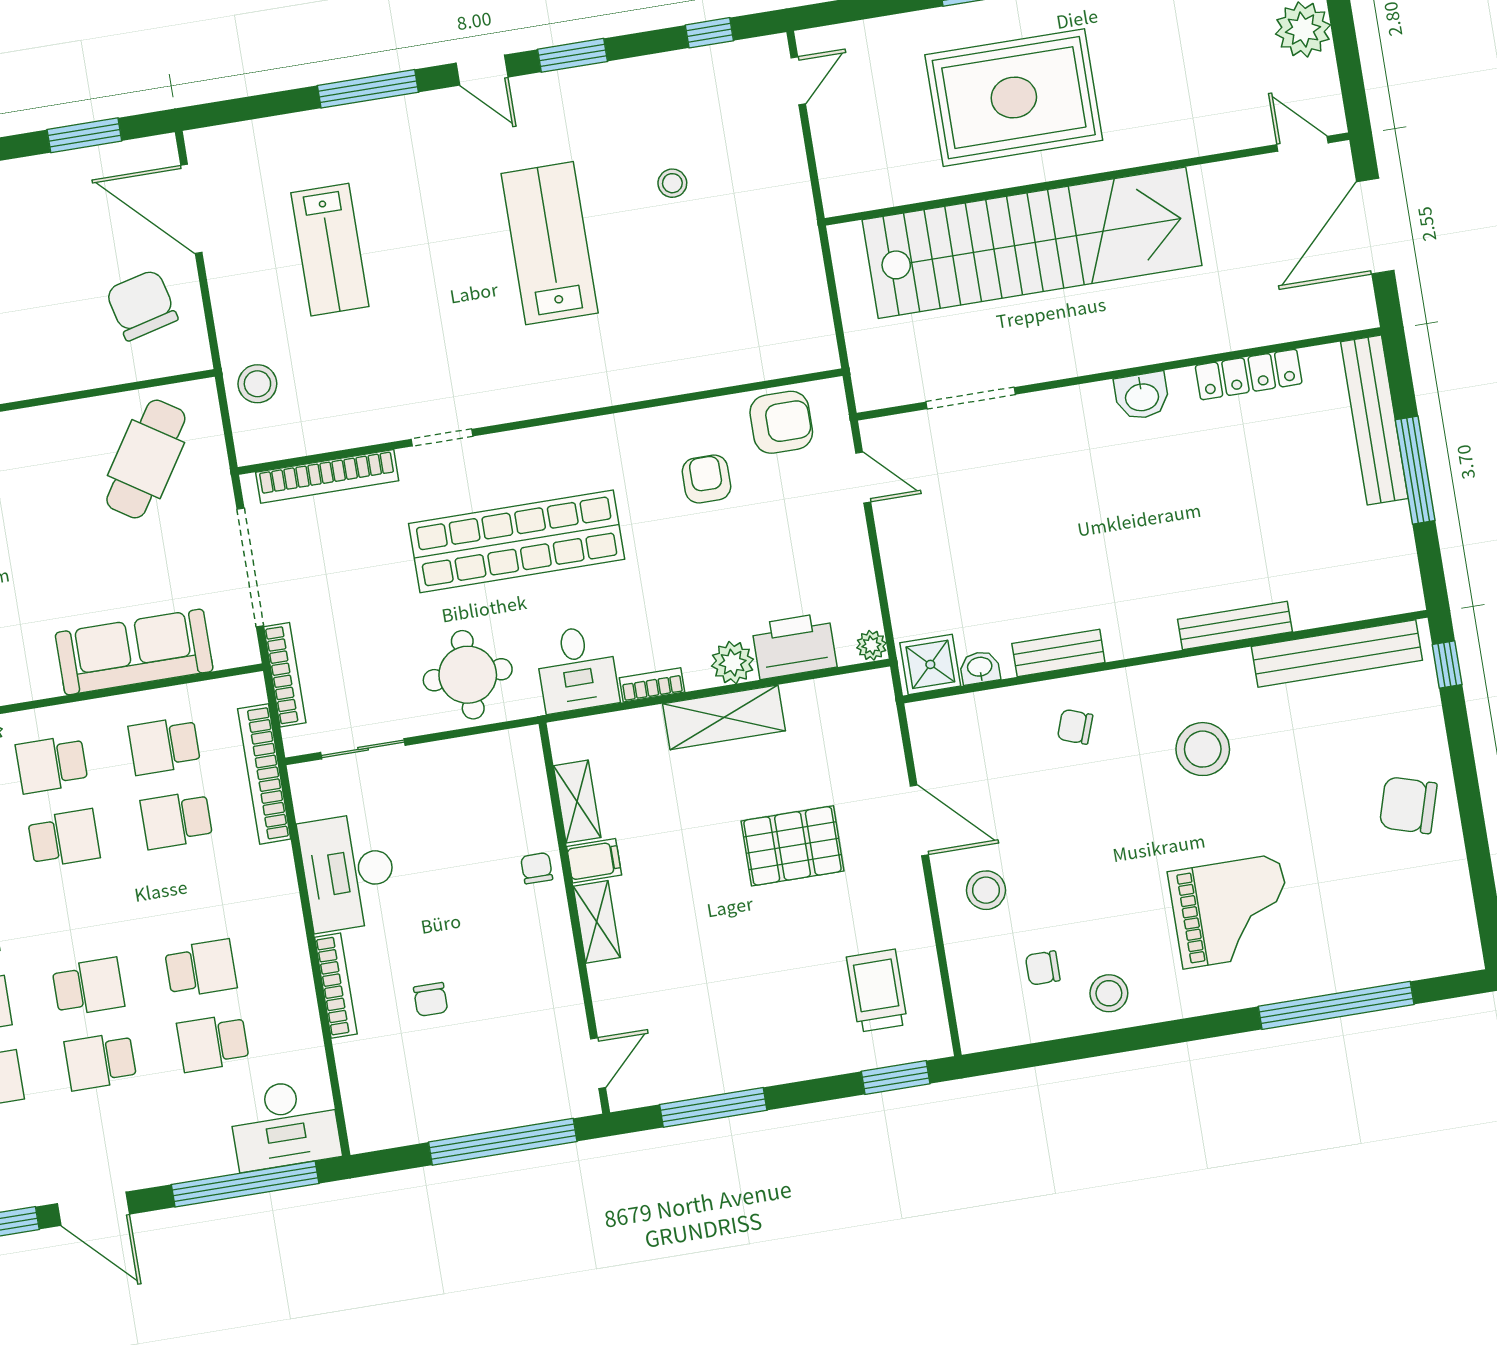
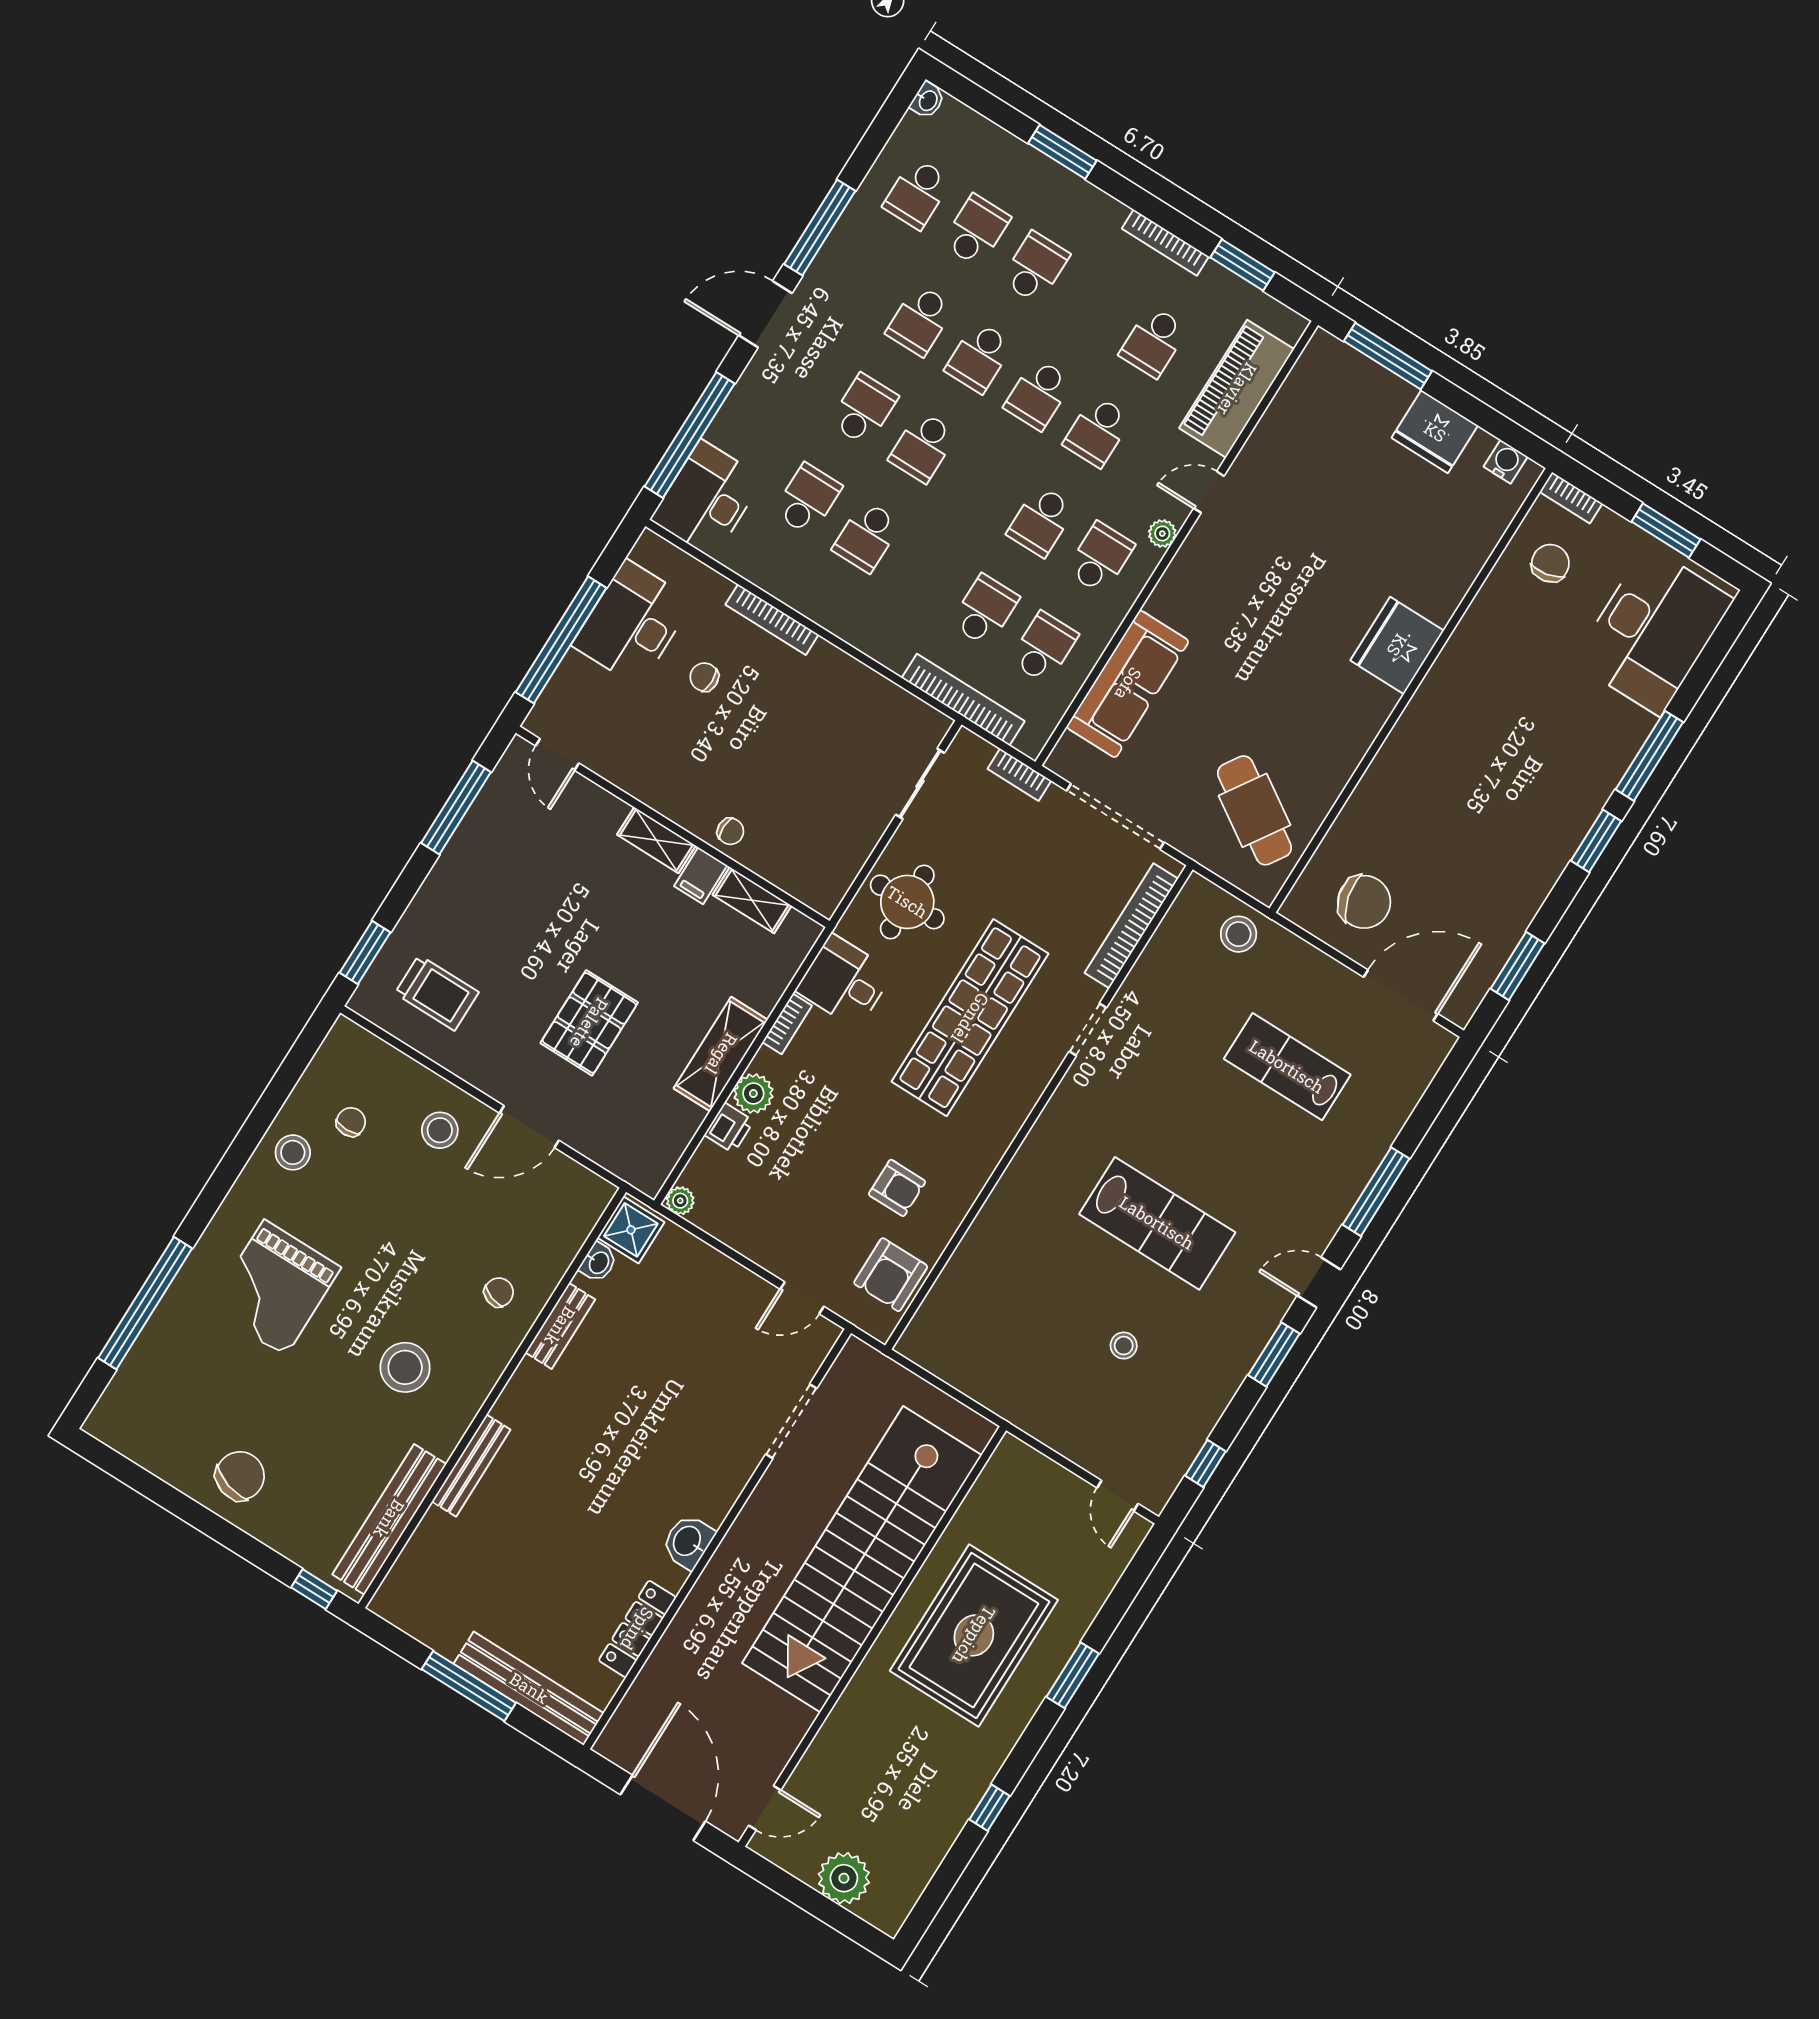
printer: (794, 646) -> (729, 1128), width x0.53, depth x0.68
bookcase: (285, 675) -> (1019, 775), width x0.64
desk: (348, 872) -> (632, 623), moved, turned -90

